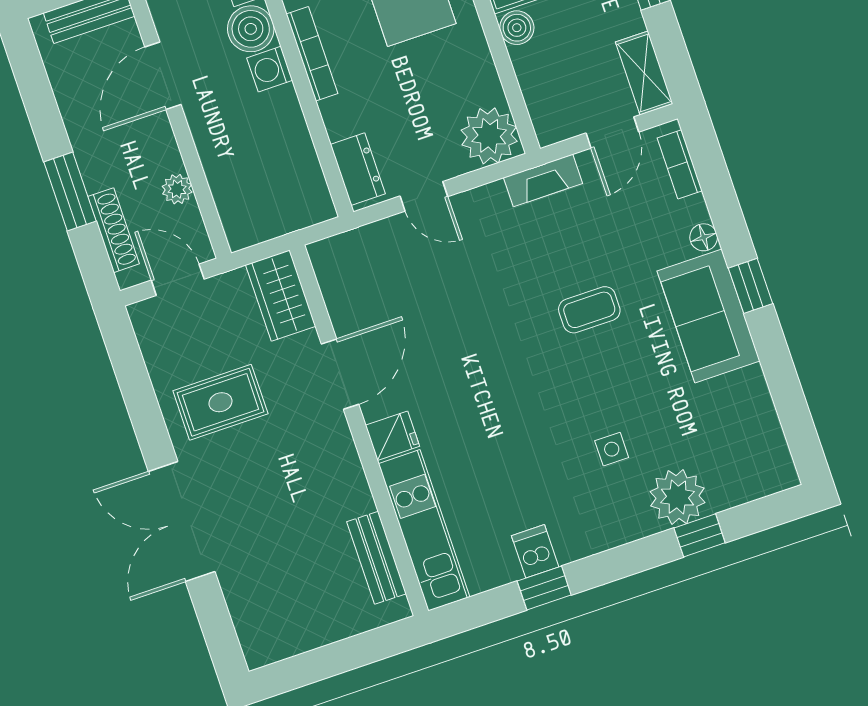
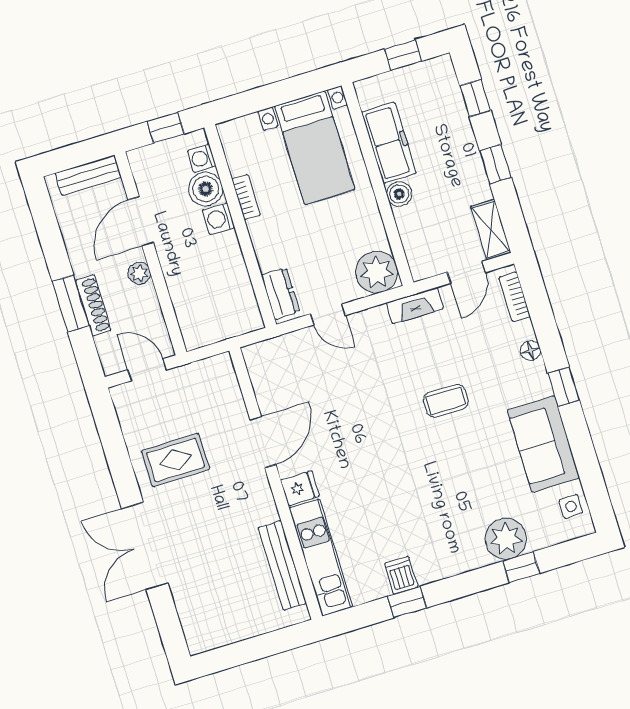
bookcase: (312, 54) -> (246, 197), width x0.64
plant: (177, 189) -> (139, 273), moved
shoe rack: (114, 230) -> (93, 305), moved
wardrobe: (281, 296) -> (222, 384), removed
sofa: (708, 316) -> (543, 444), moved
side table: (612, 449) -> (571, 506), moved
bench: (376, 558) -> (282, 565), width x1.36

